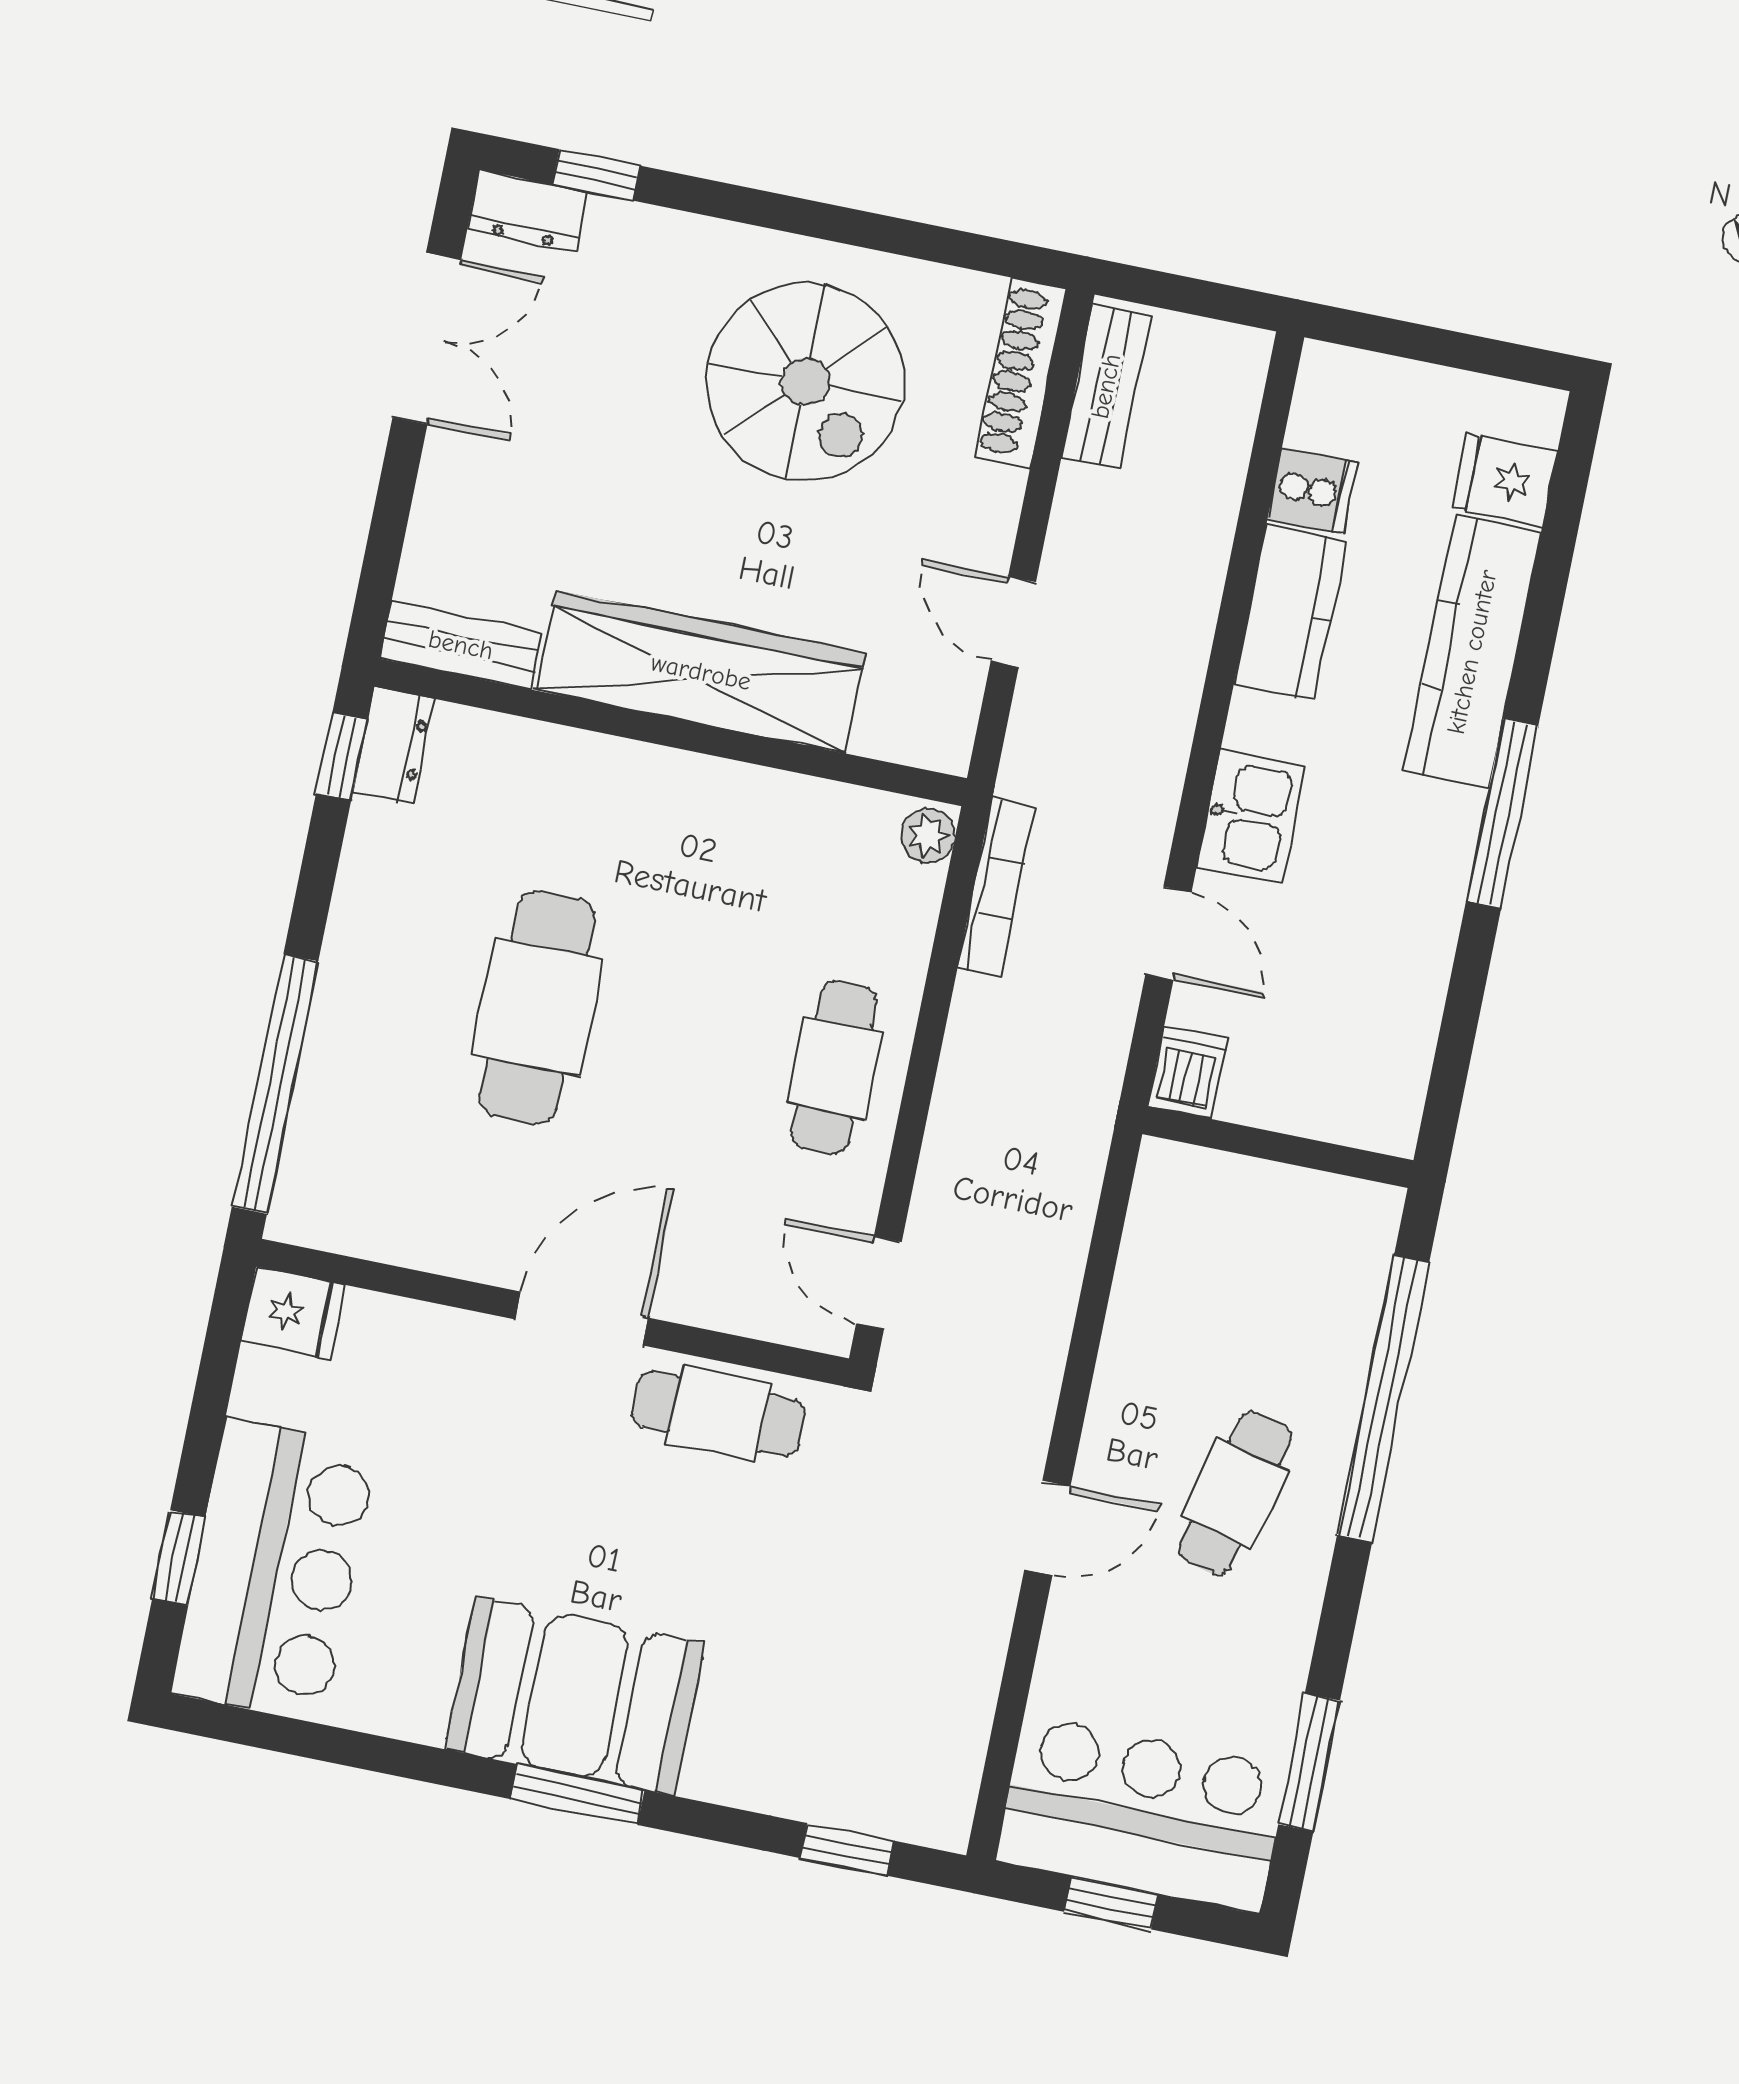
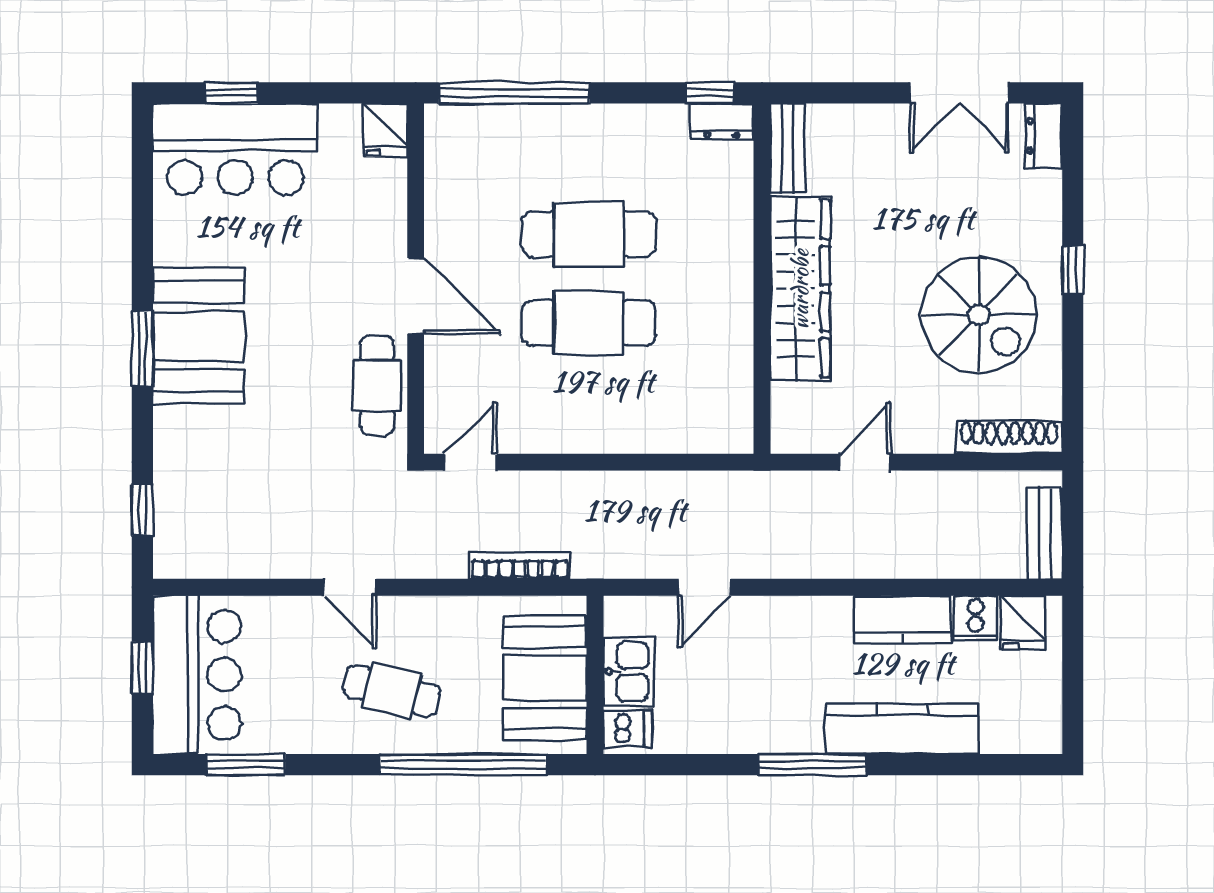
window: (596, 175) -> (1073, 270), moved
spiral stairs: (805, 382) -> (979, 315), turned -90
bench: (1106, 386) -> (1045, 533), moved, turned 90
fridge: (1505, 480) -> (1023, 623), moved, turned 180
kitchen sink: (1251, 816) -> (629, 672), moved, turned -90
plant: (928, 836) -> (733, 438), removed
bookcase: (996, 888) -> (520, 566), moved, turned 180
cafe table: (834, 1068) -> (589, 323), moved, width x1.37, depth x1.35
dishwasher: (1188, 1072) -> (628, 729), moved
booth: (1265, 1232) -> (545, 678), added

